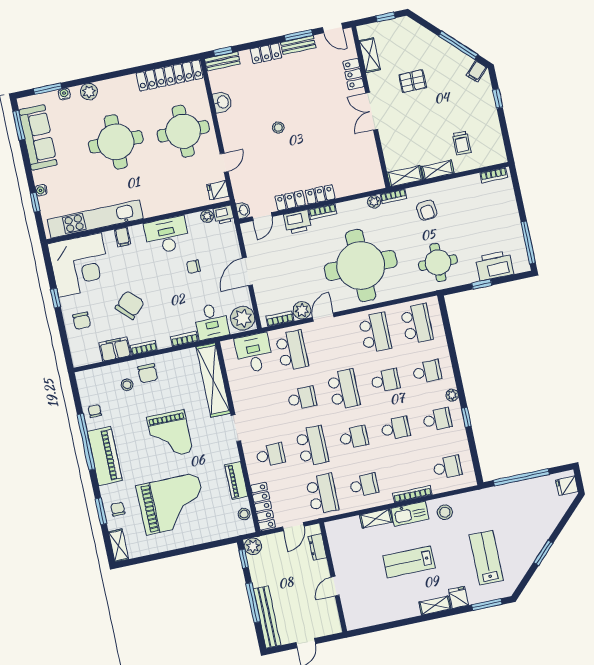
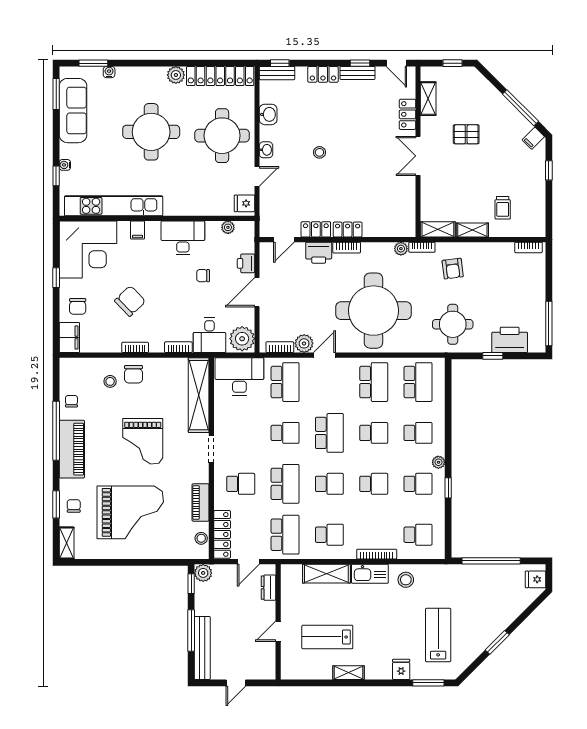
window: (299, 35) -> (360, 63), width x0.67
plant: (89, 92) -> (176, 75), moved
washbasin: (243, 210) -> (266, 150), moved
printer: (224, 215) -> (246, 263), moved, turned 90
filing cabinet: (115, 349) -> (69, 337), moved, turned 90
desk: (254, 353) -> (239, 377), width x1.37
shelving: (376, 518) -> (326, 574), width x1.50, depth x1.33
lab bench: (409, 562) -> (327, 637), moved
shelving: (435, 606) -> (349, 673), moved

